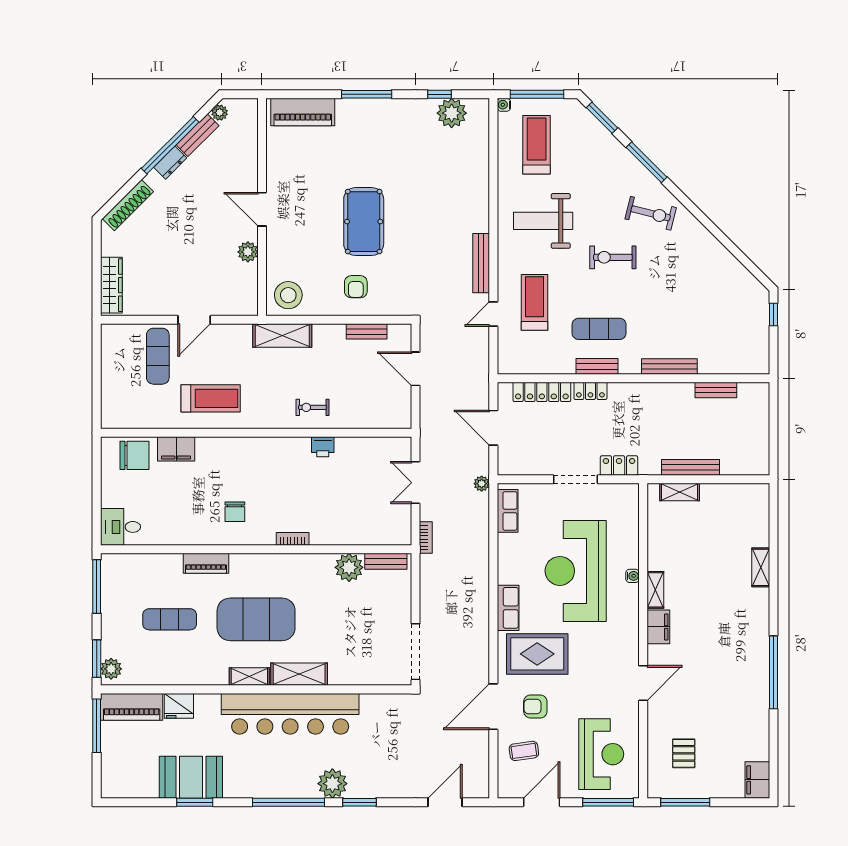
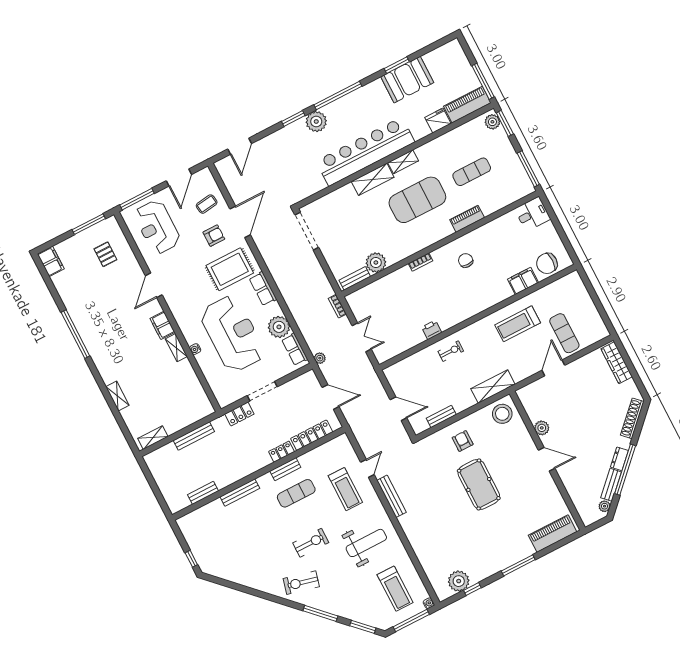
shelving: (680, 492) -> (153, 438), moved
plant: (513, 549) -> (279, 327), added

